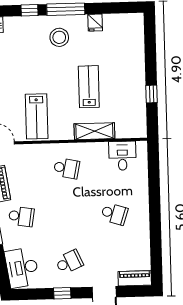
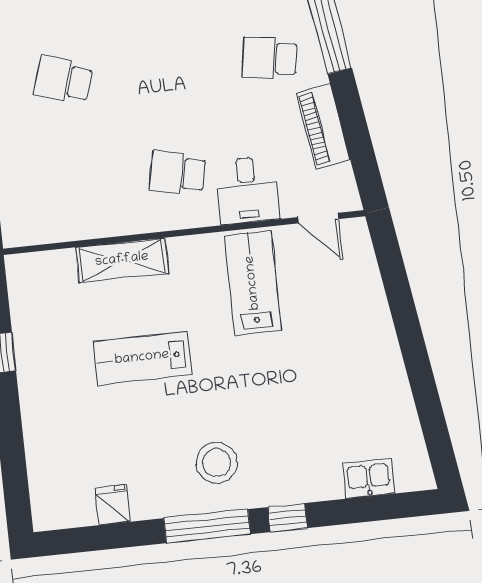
fridge: (95, 23) -> (113, 505), moved
lab bench: (89, 87) -> (142, 358), turned 90
desk: (122, 156) -> (247, 190), moved

